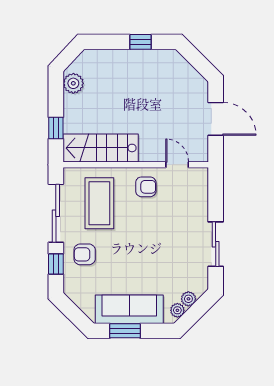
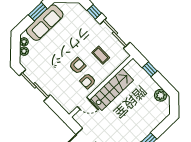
stairs: (101, 148) -> (112, 89), moved
coffee table: (99, 203) -> (101, 55), width x0.54, depth x0.58
sliding door: (216, 244) -> (35, 85), width x1.37
armchair: (85, 254) -> (78, 66), moved

